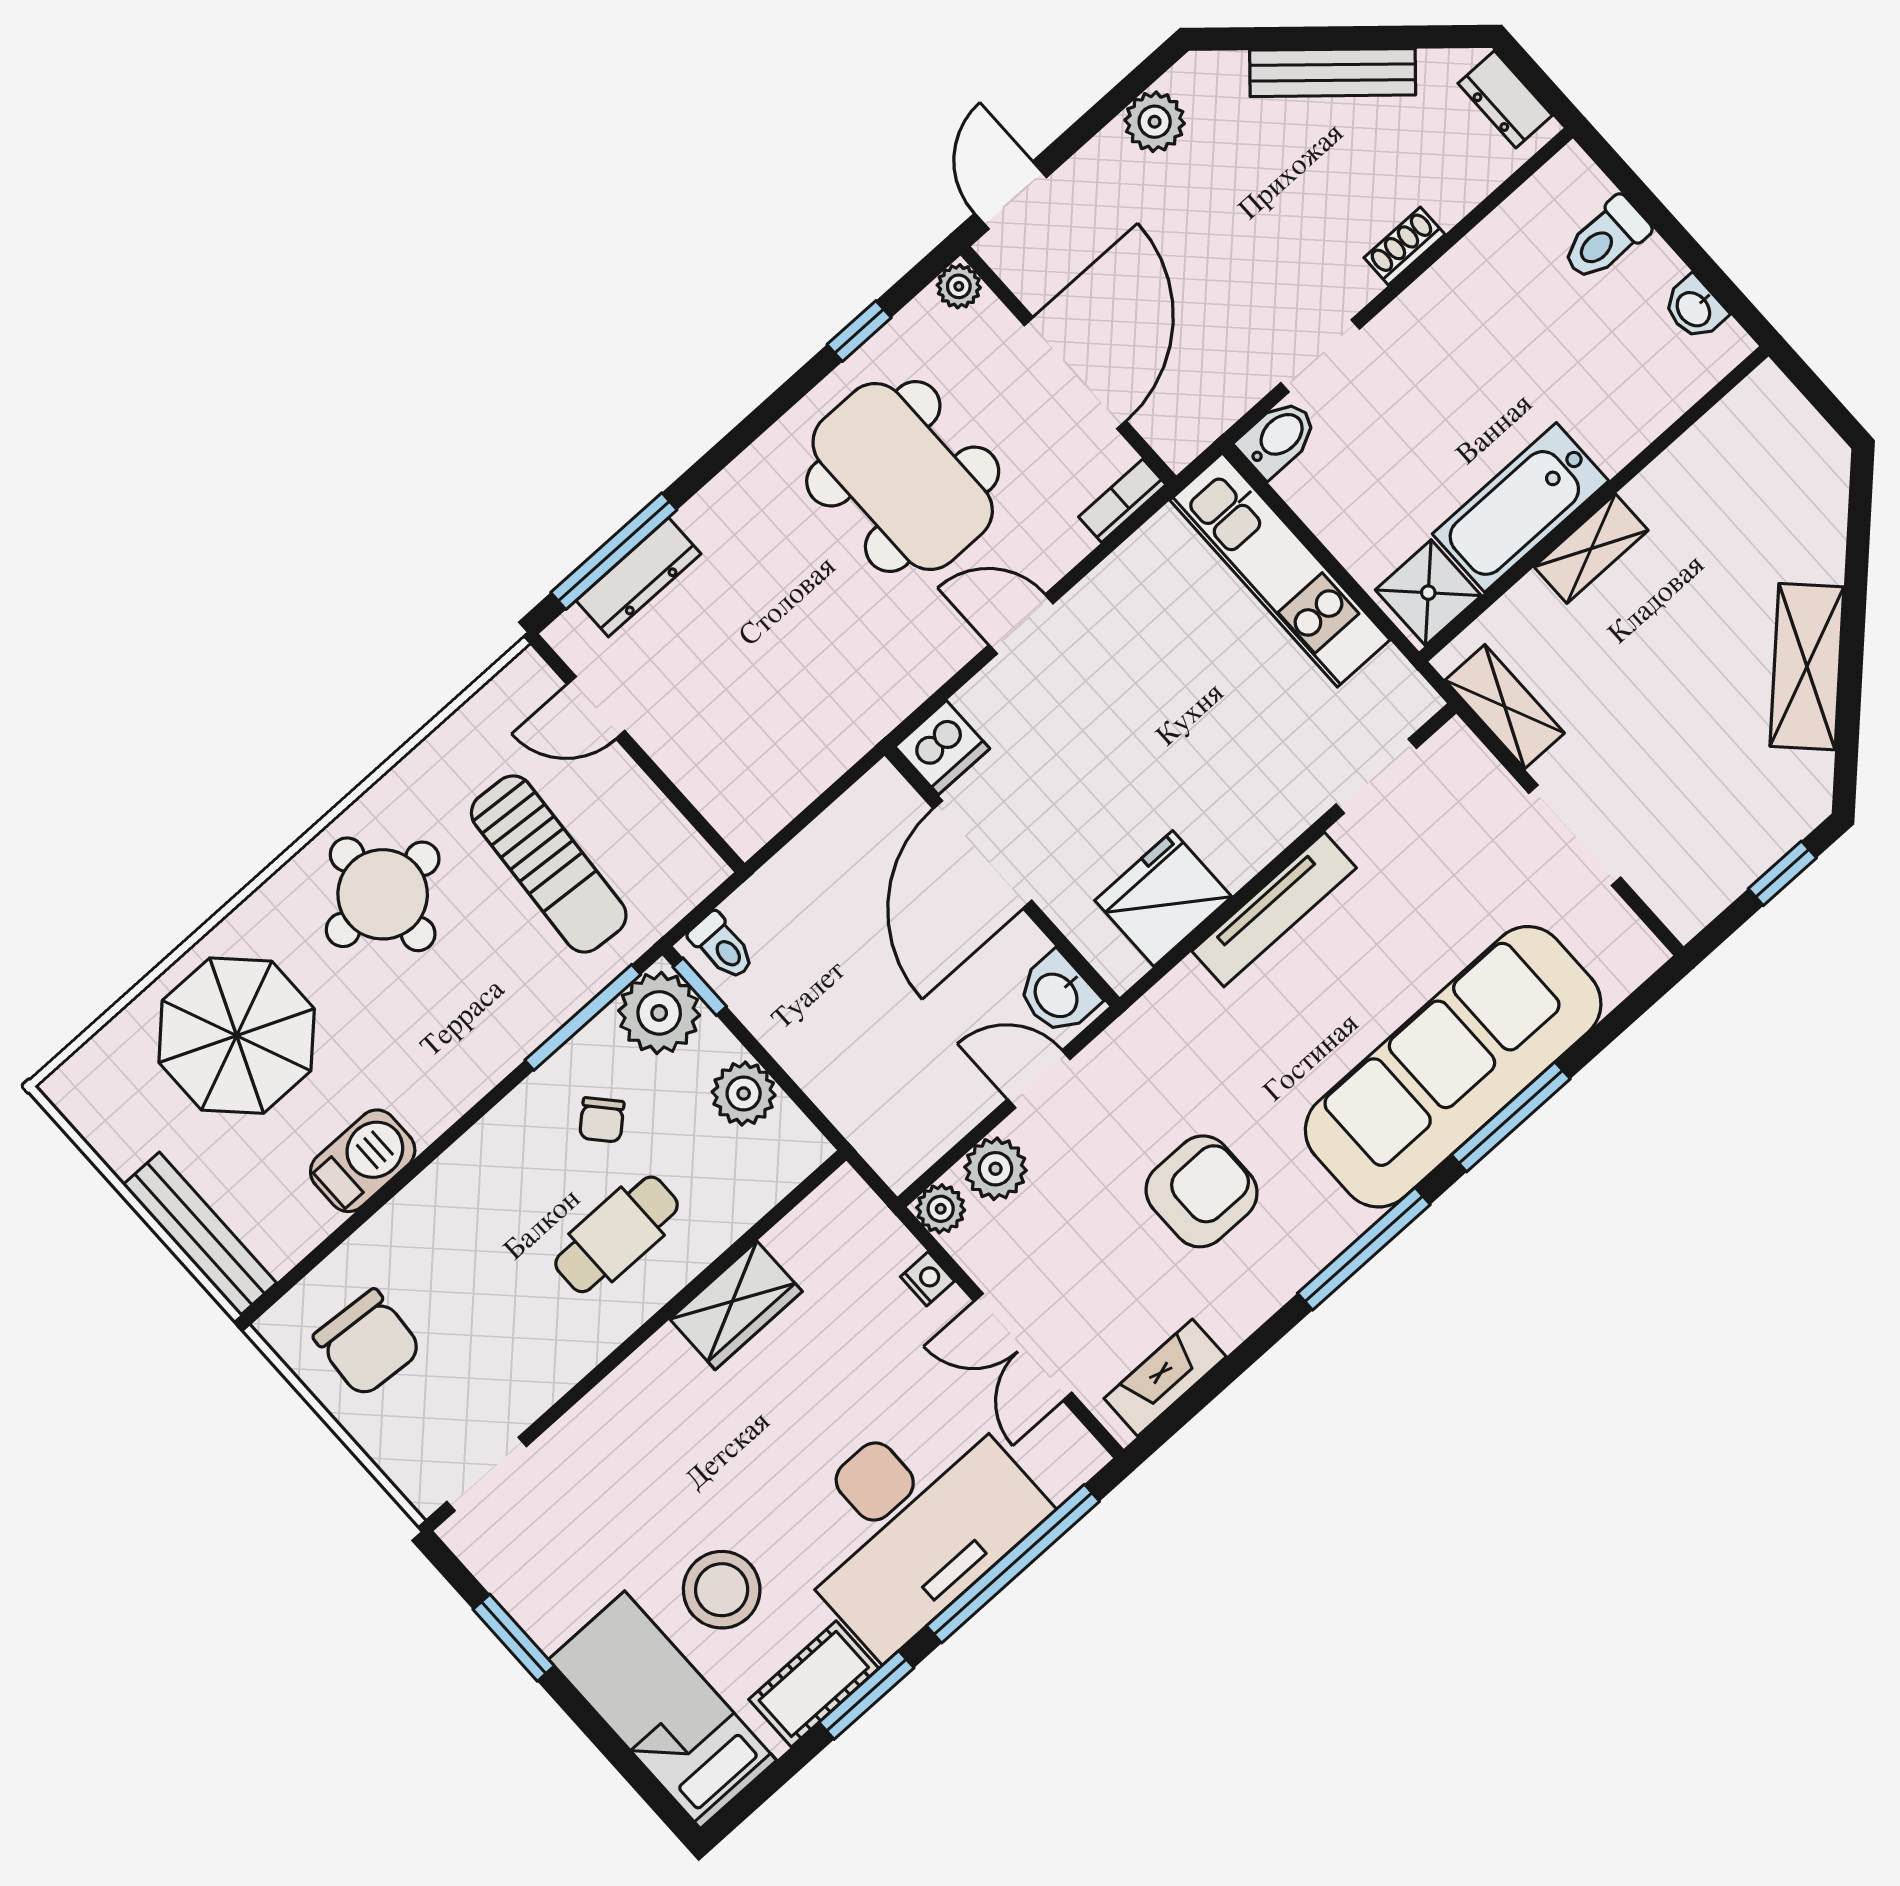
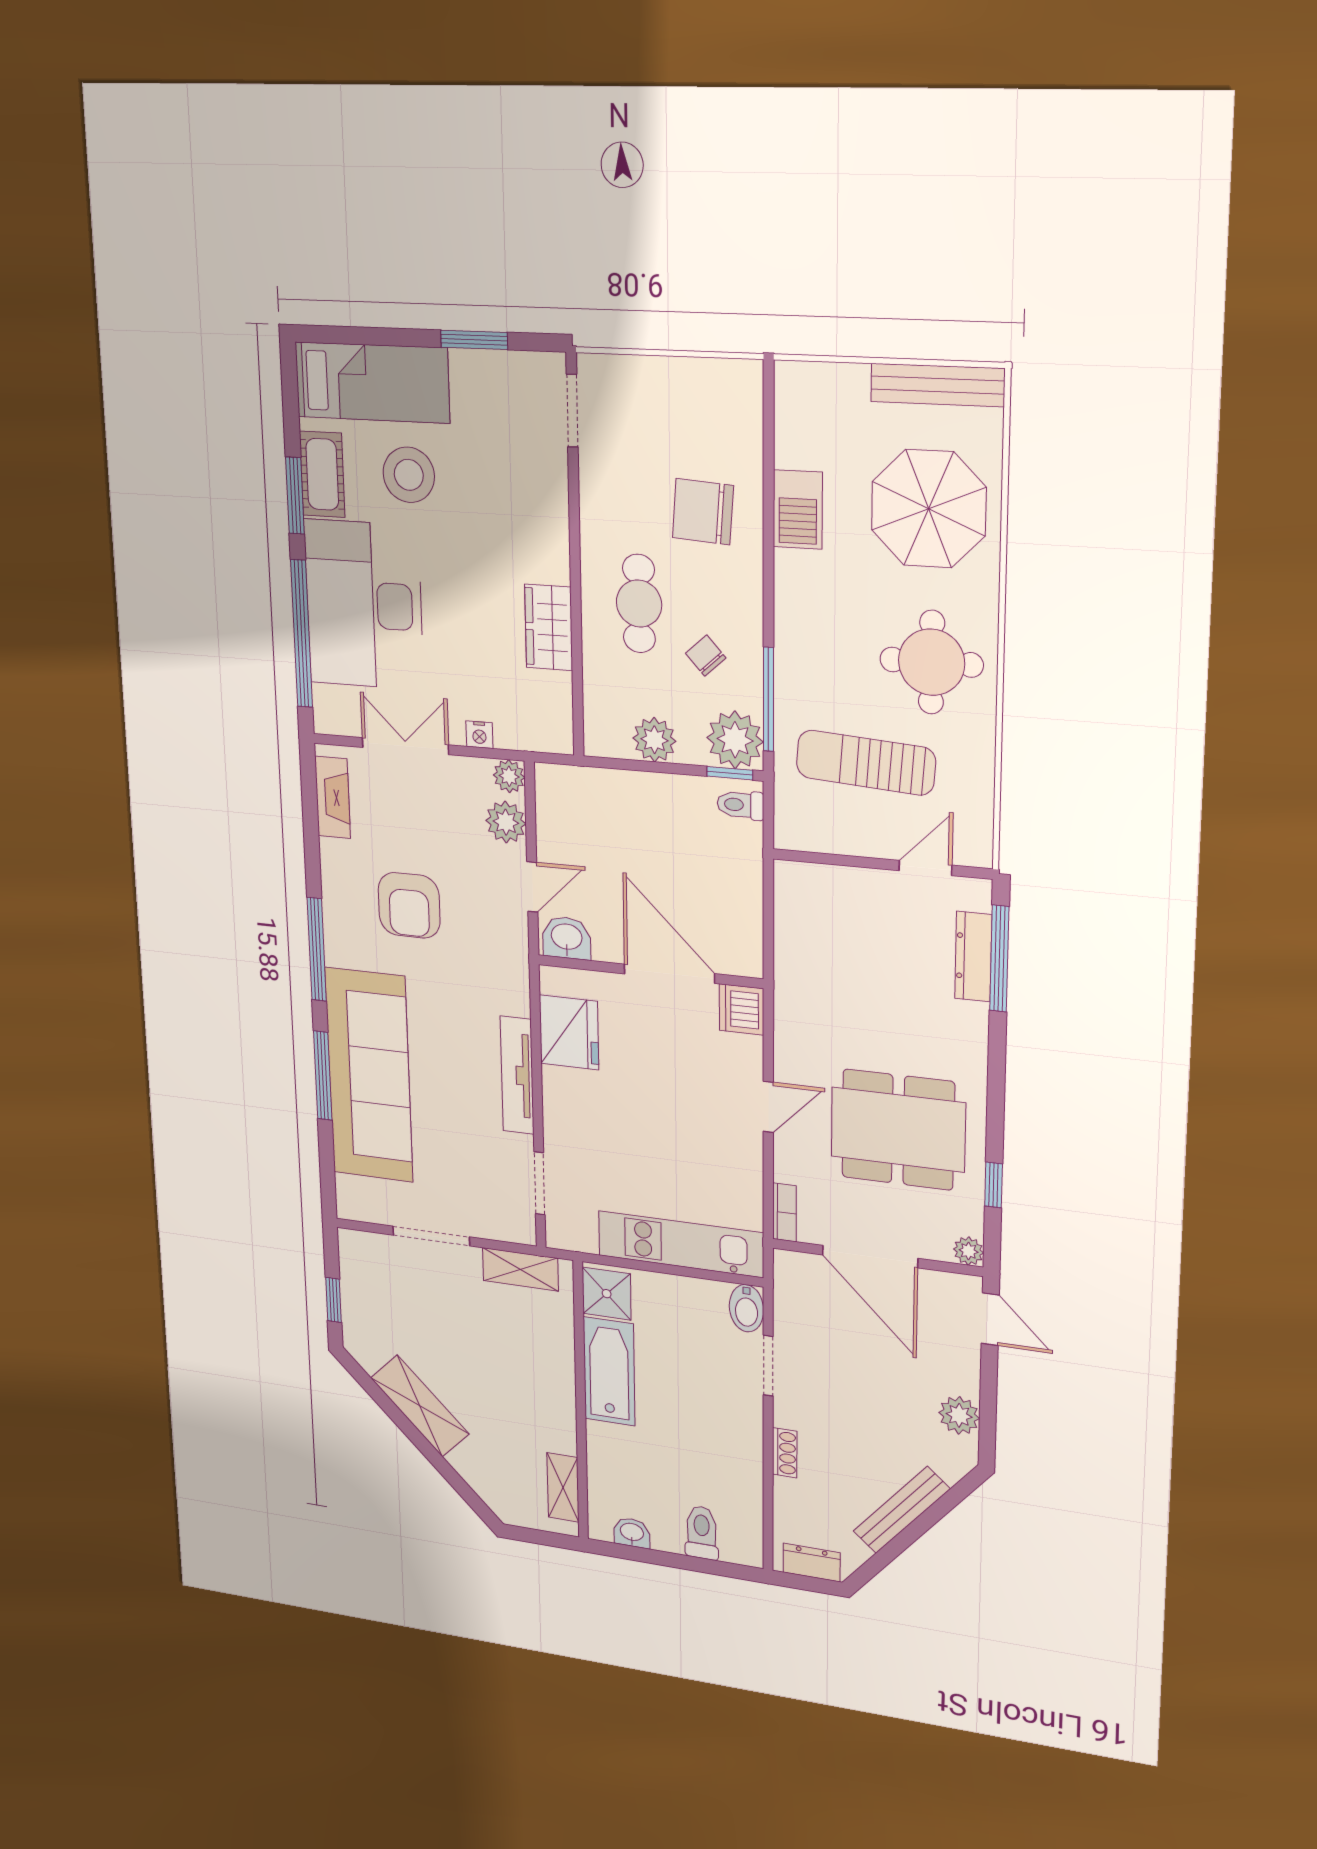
shelving: (1591, 549) -> (563, 1487), moved
bench: (200, 1234) -> (938, 385), moved
chair: (368, 1343) -> (703, 512), moved

